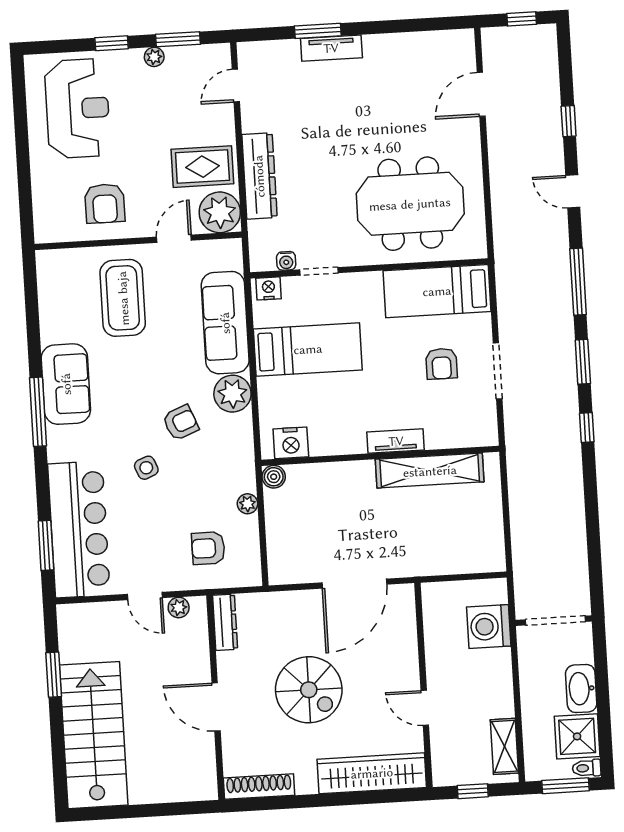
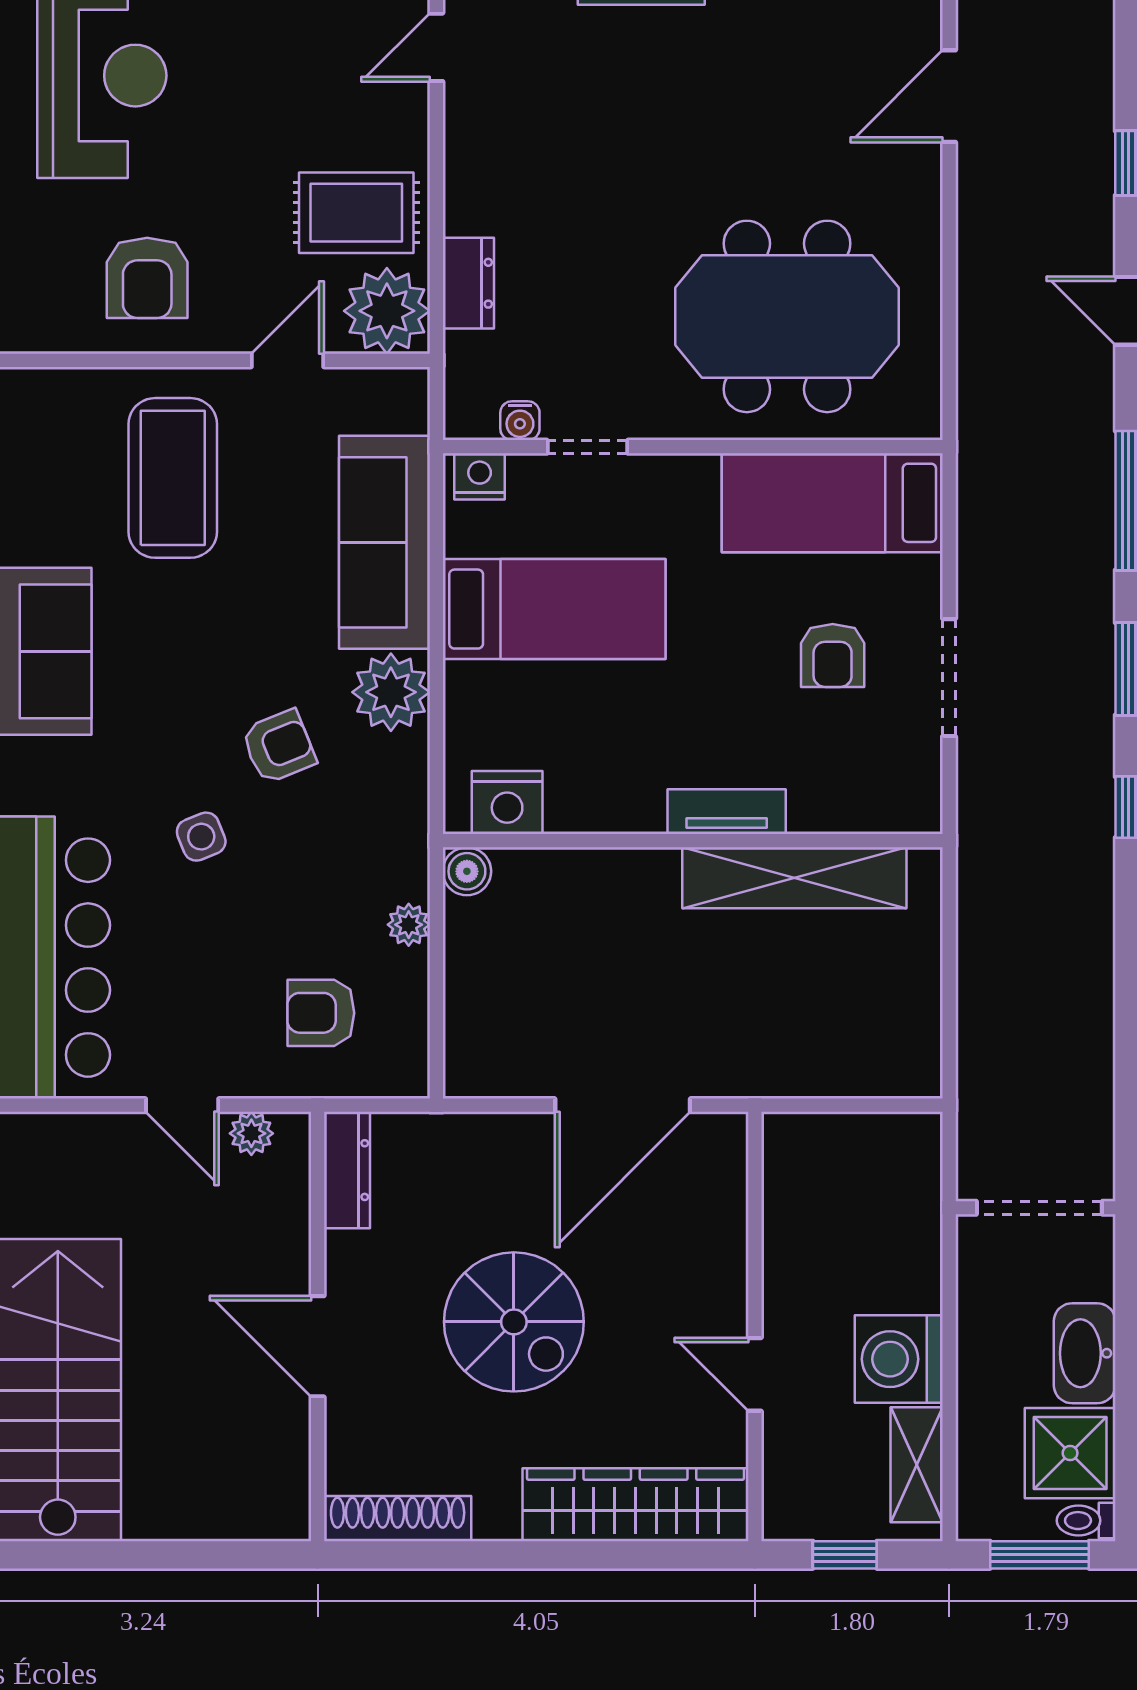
dresser: (259, 176) -> (468, 283), width x0.51, depth x0.80
washing machine: (489, 626) -> (899, 1359), moved

